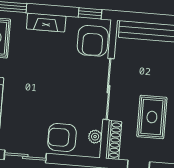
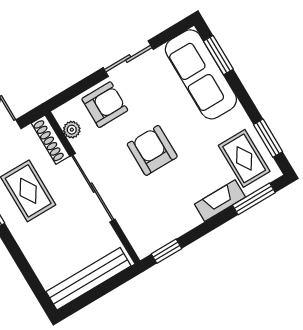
fireplace: (46, 22) -> (220, 201), moved
armchair: (93, 41) -> (152, 150), moved

